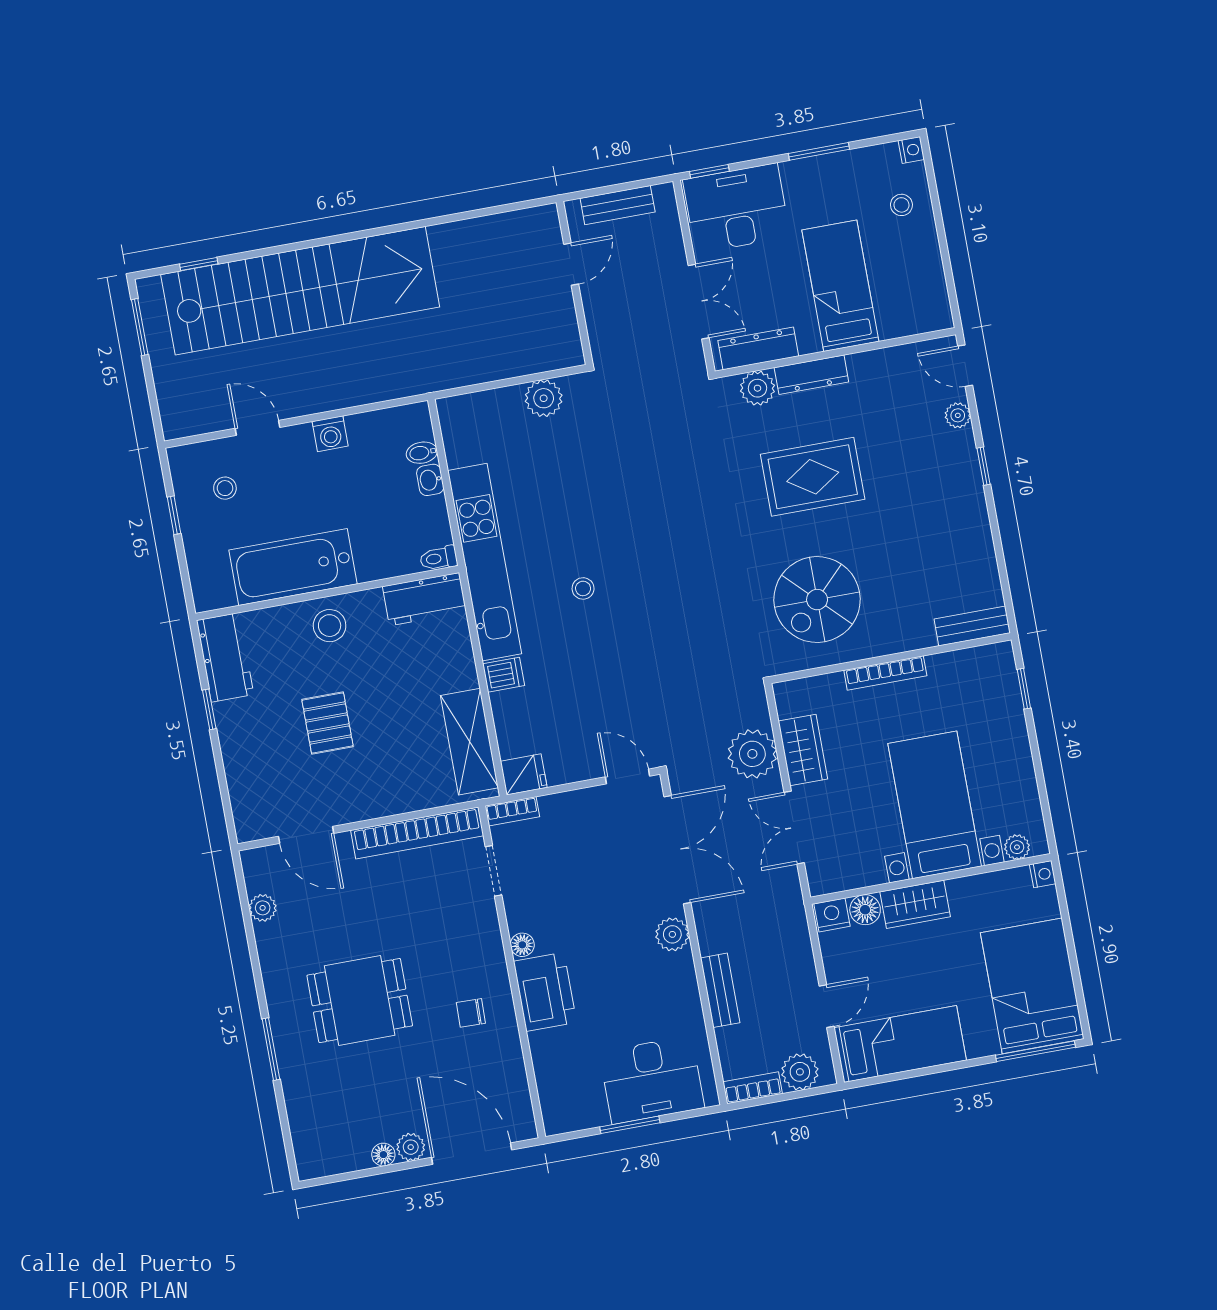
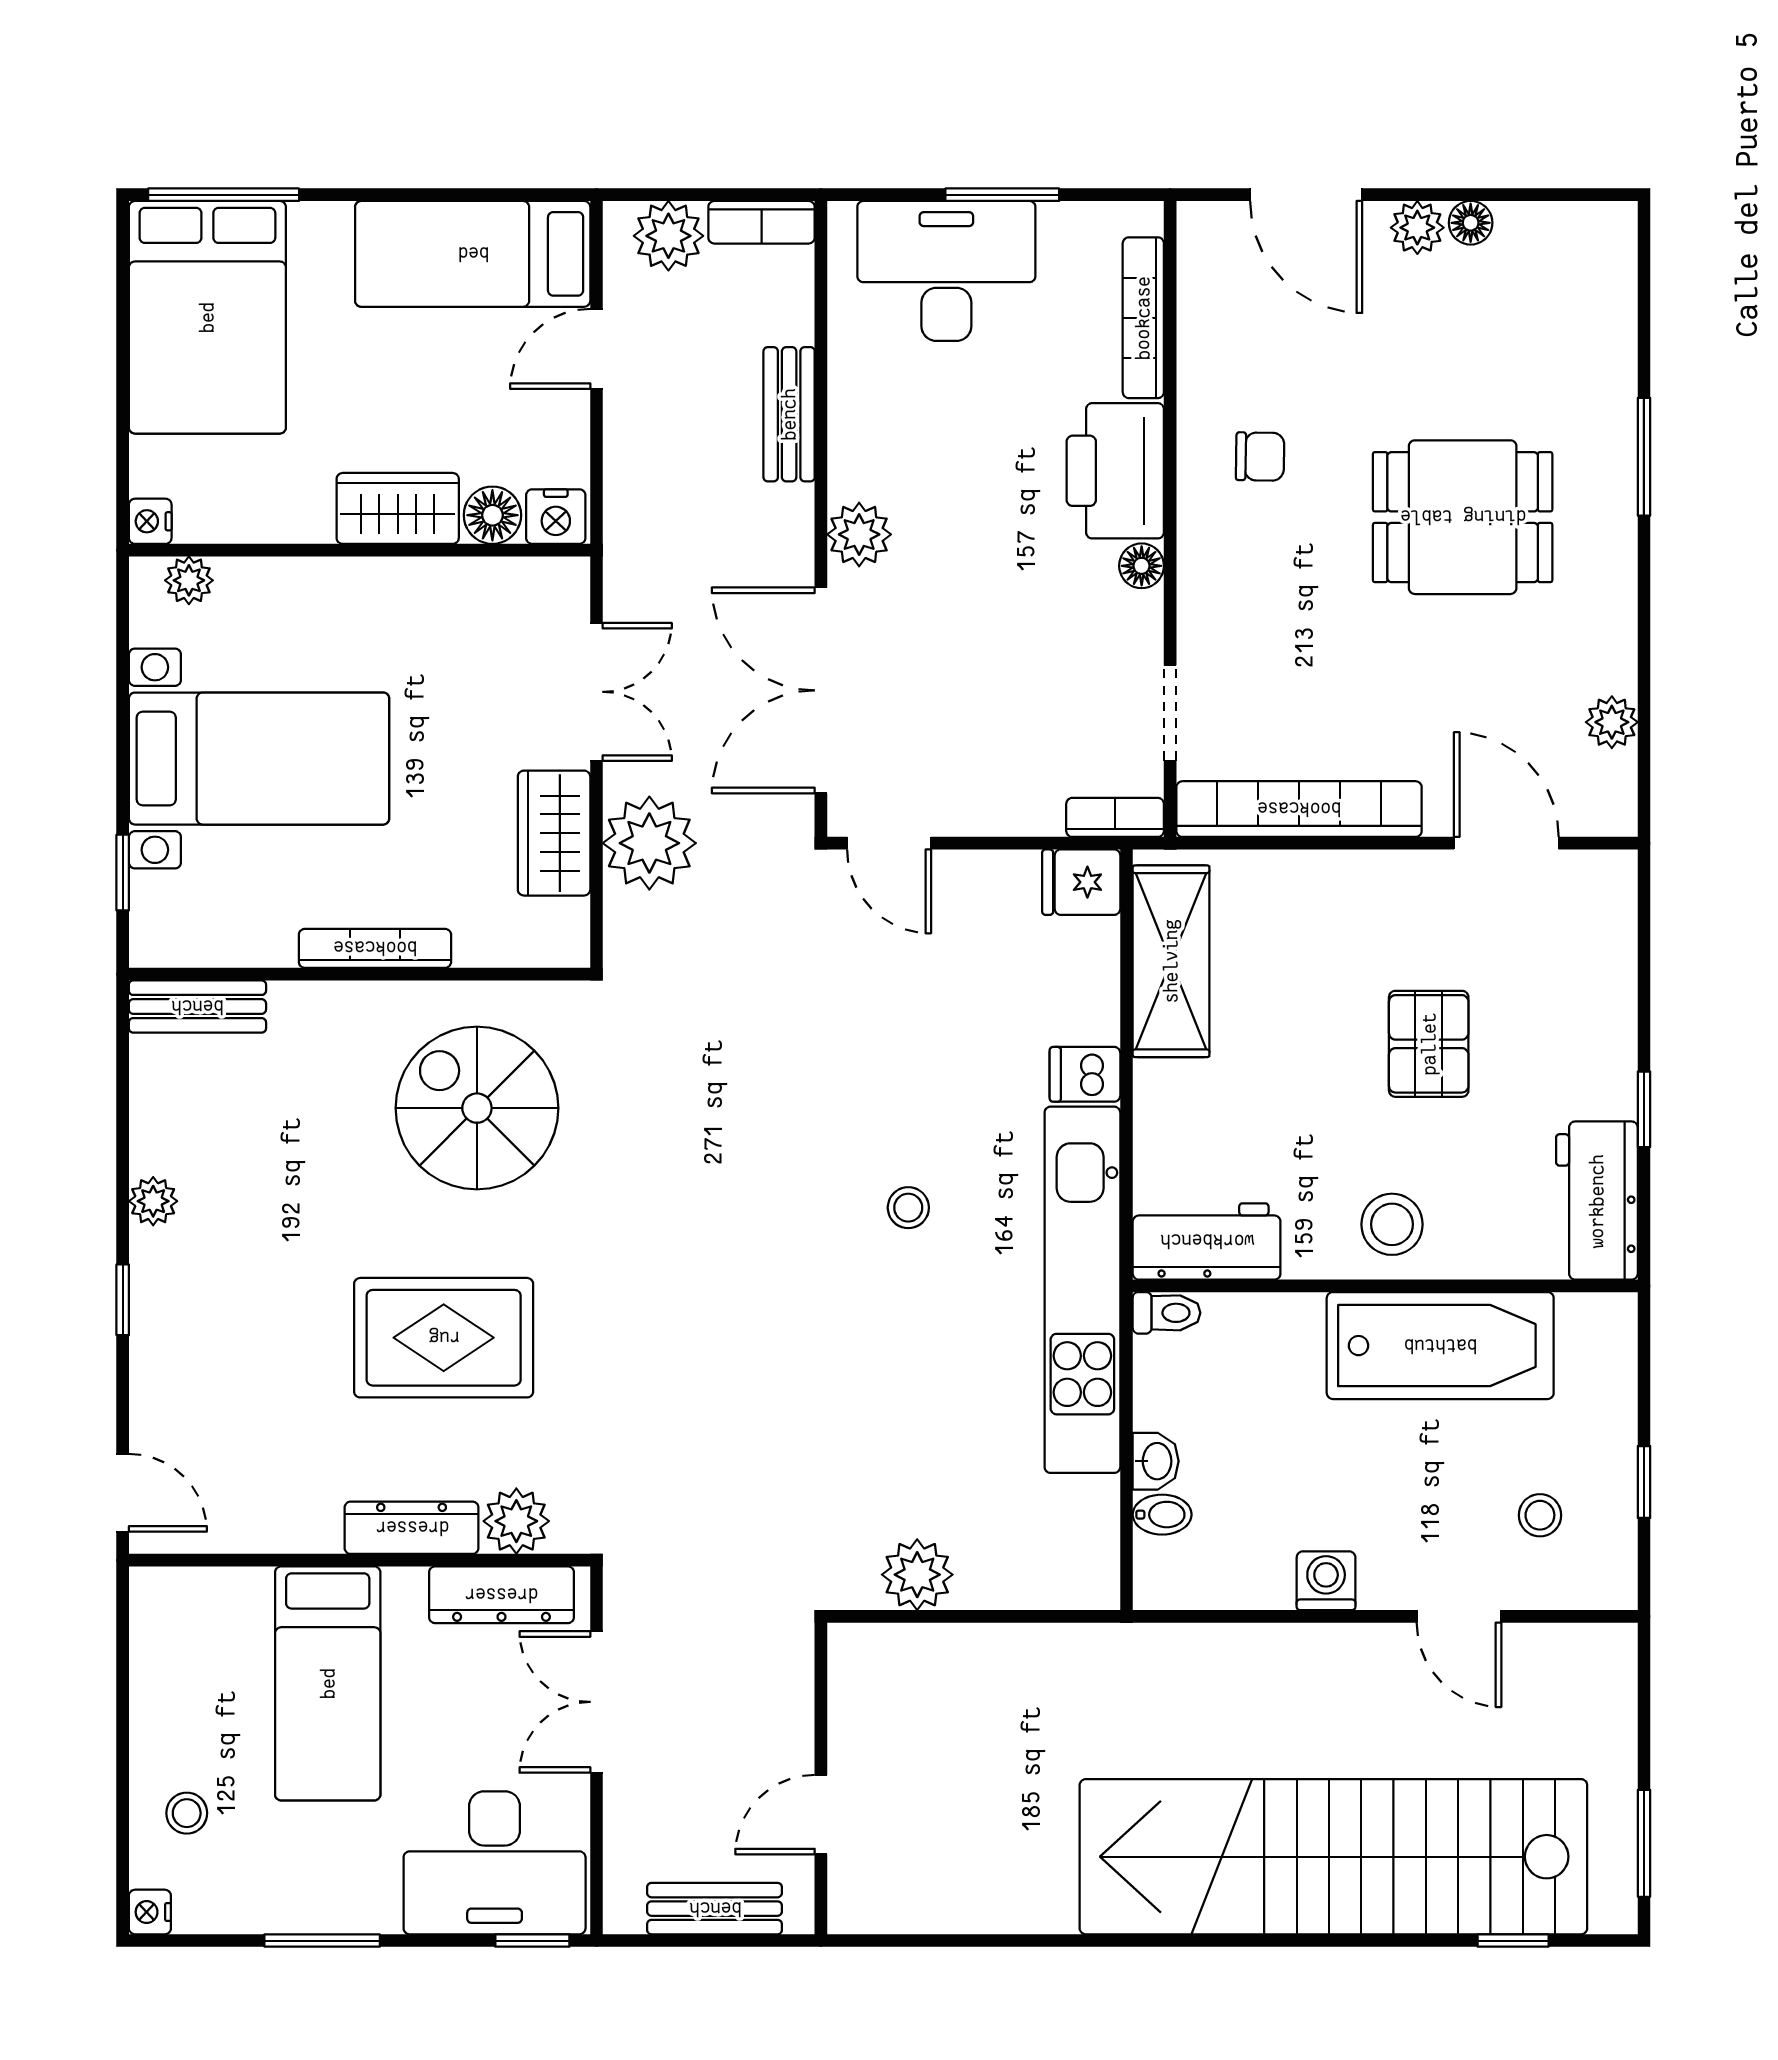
plant: (958, 415) -> (153, 1201), moved
spiral stairs: (817, 600) -> (477, 1108), turned -90
bed with nightstands: (935, 805) -> (259, 759), moved, turned -90
bookcase: (545, 1074) -> (1143, 318), added
door: (472, 1154) -> (1306, 195), width x0.73

